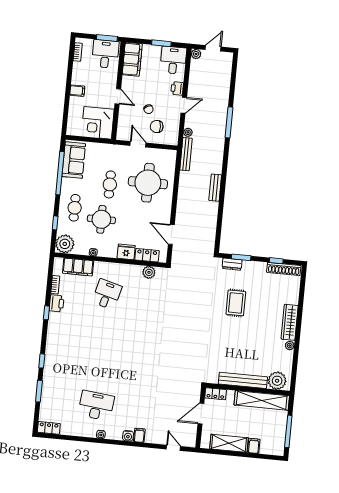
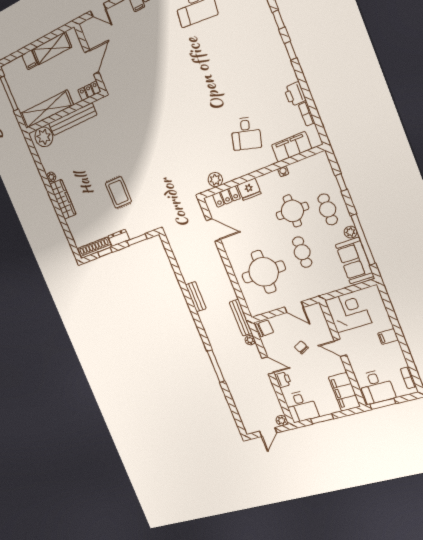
door: (184, 105) -> (268, 365), swing flipped
chair: (157, 127) -> (264, 328), moved
plant: (65, 244) -> (350, 232), moved, width x0.53, depth x0.53
dresser: (232, 264) -> (119, 238), moved
window: (46, 313) -> (291, 51), moved

